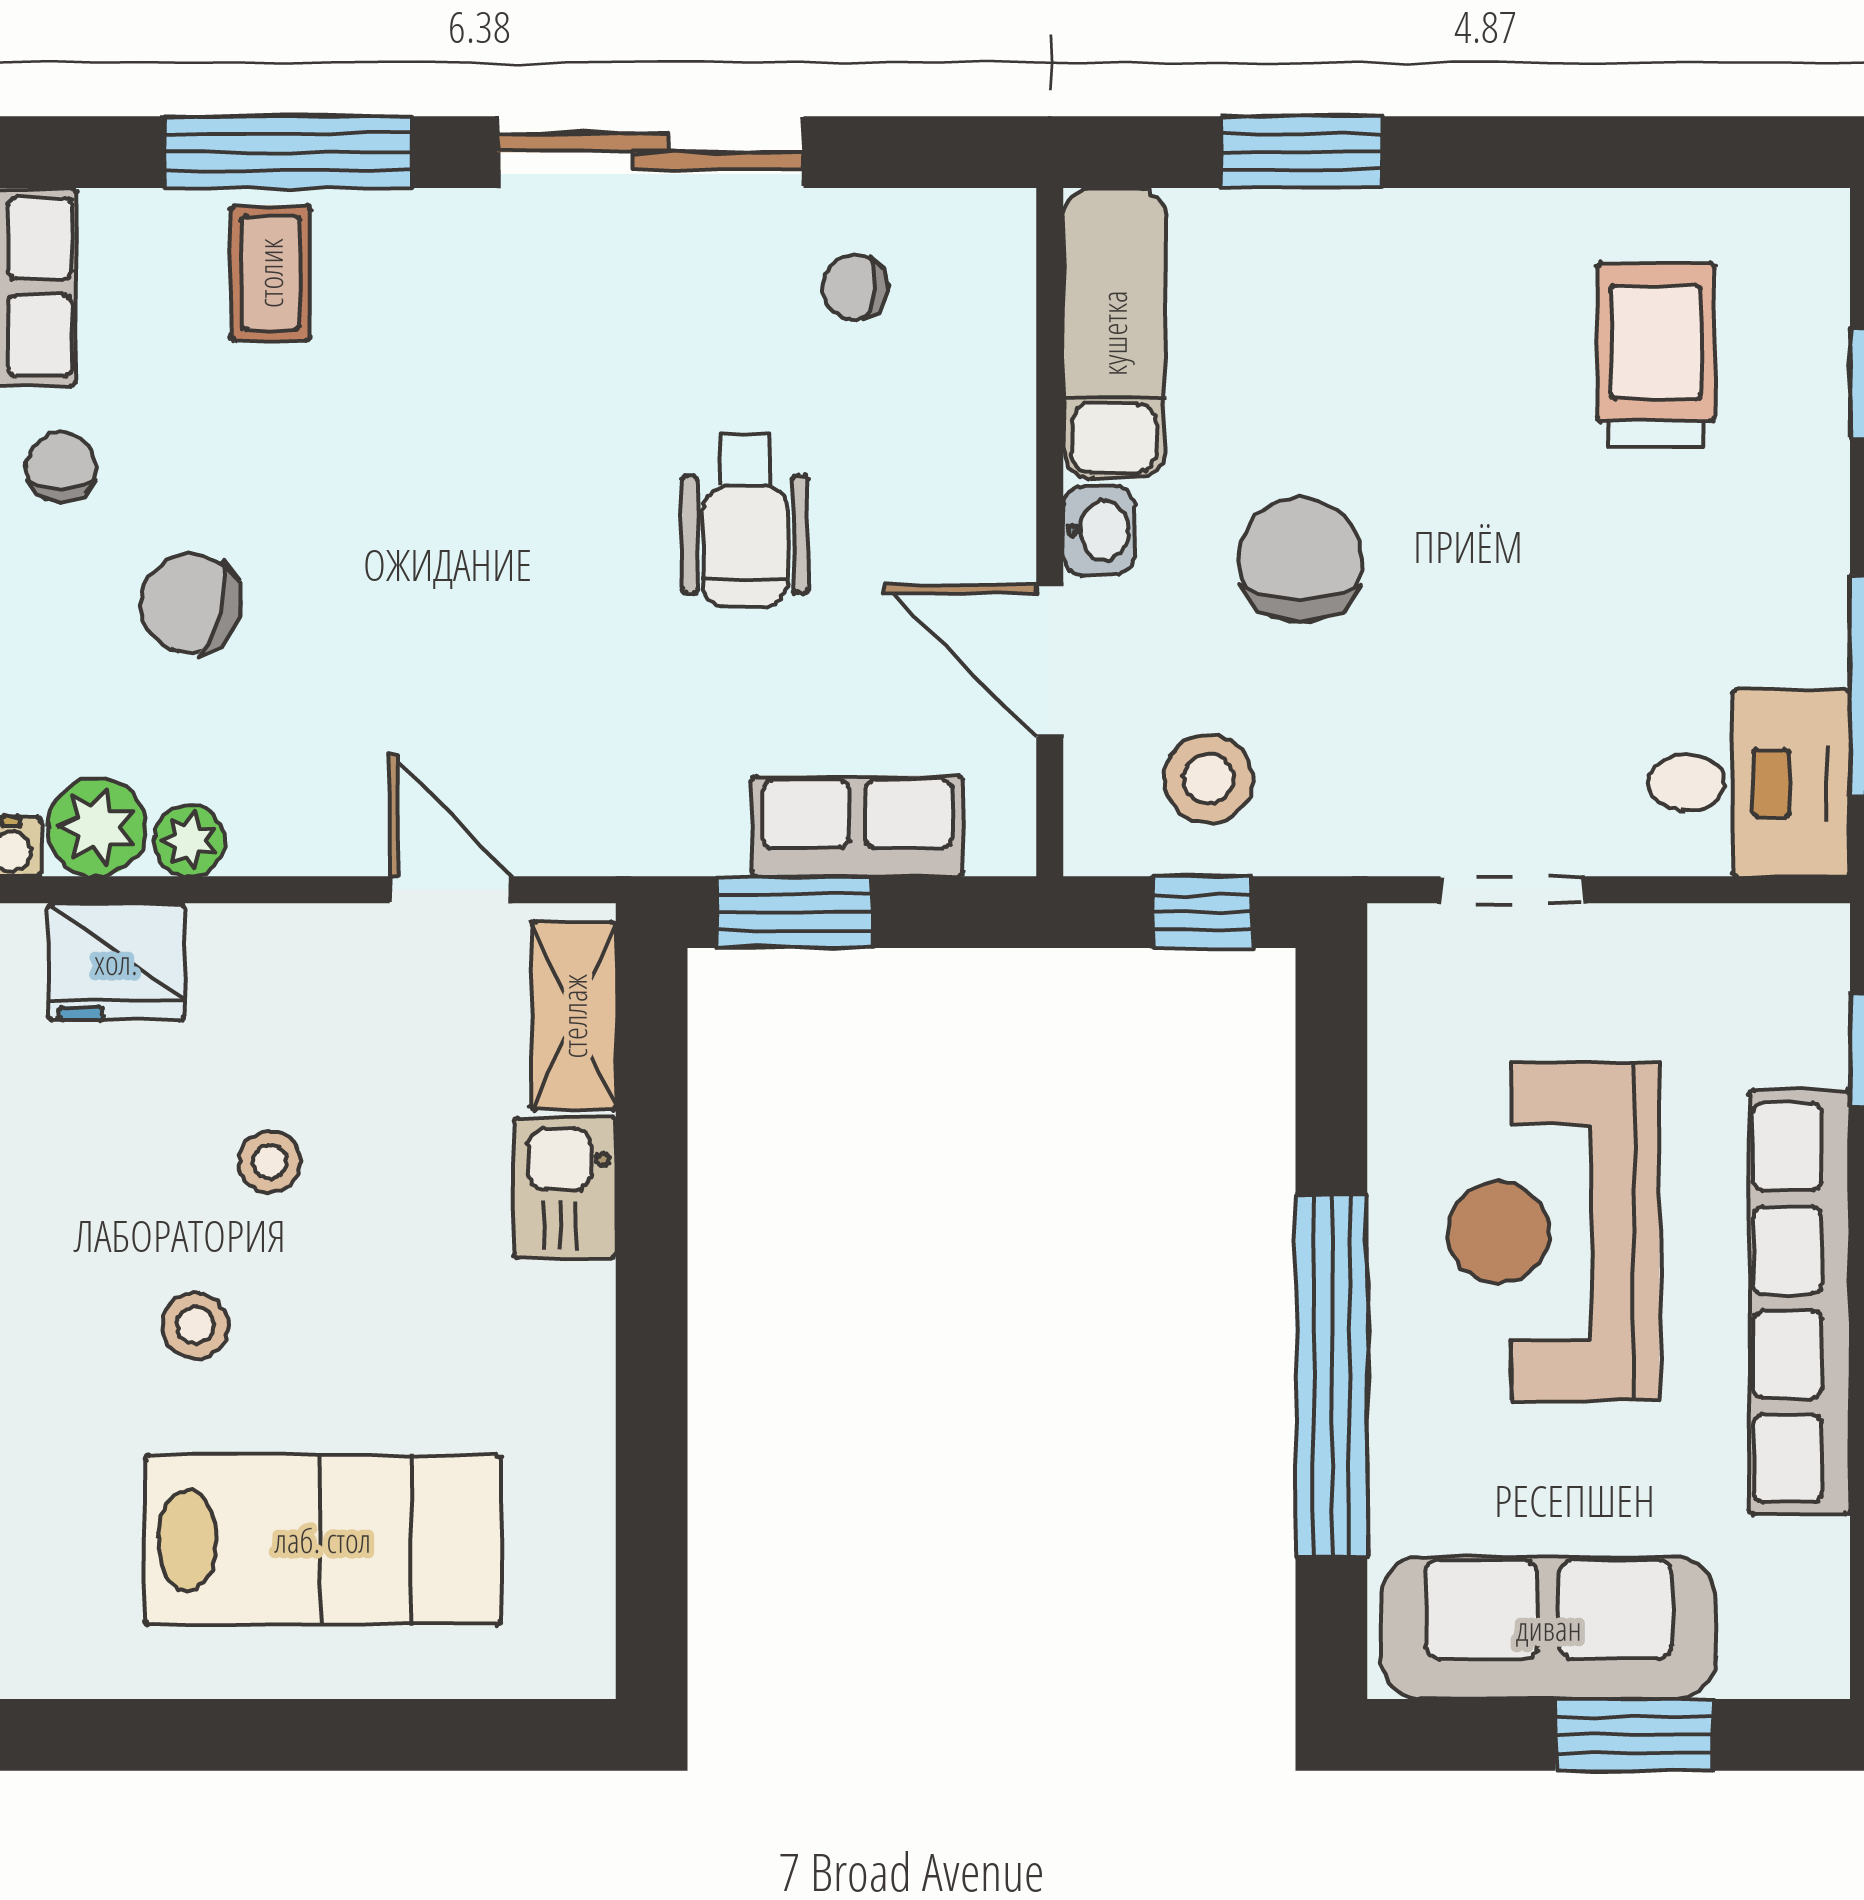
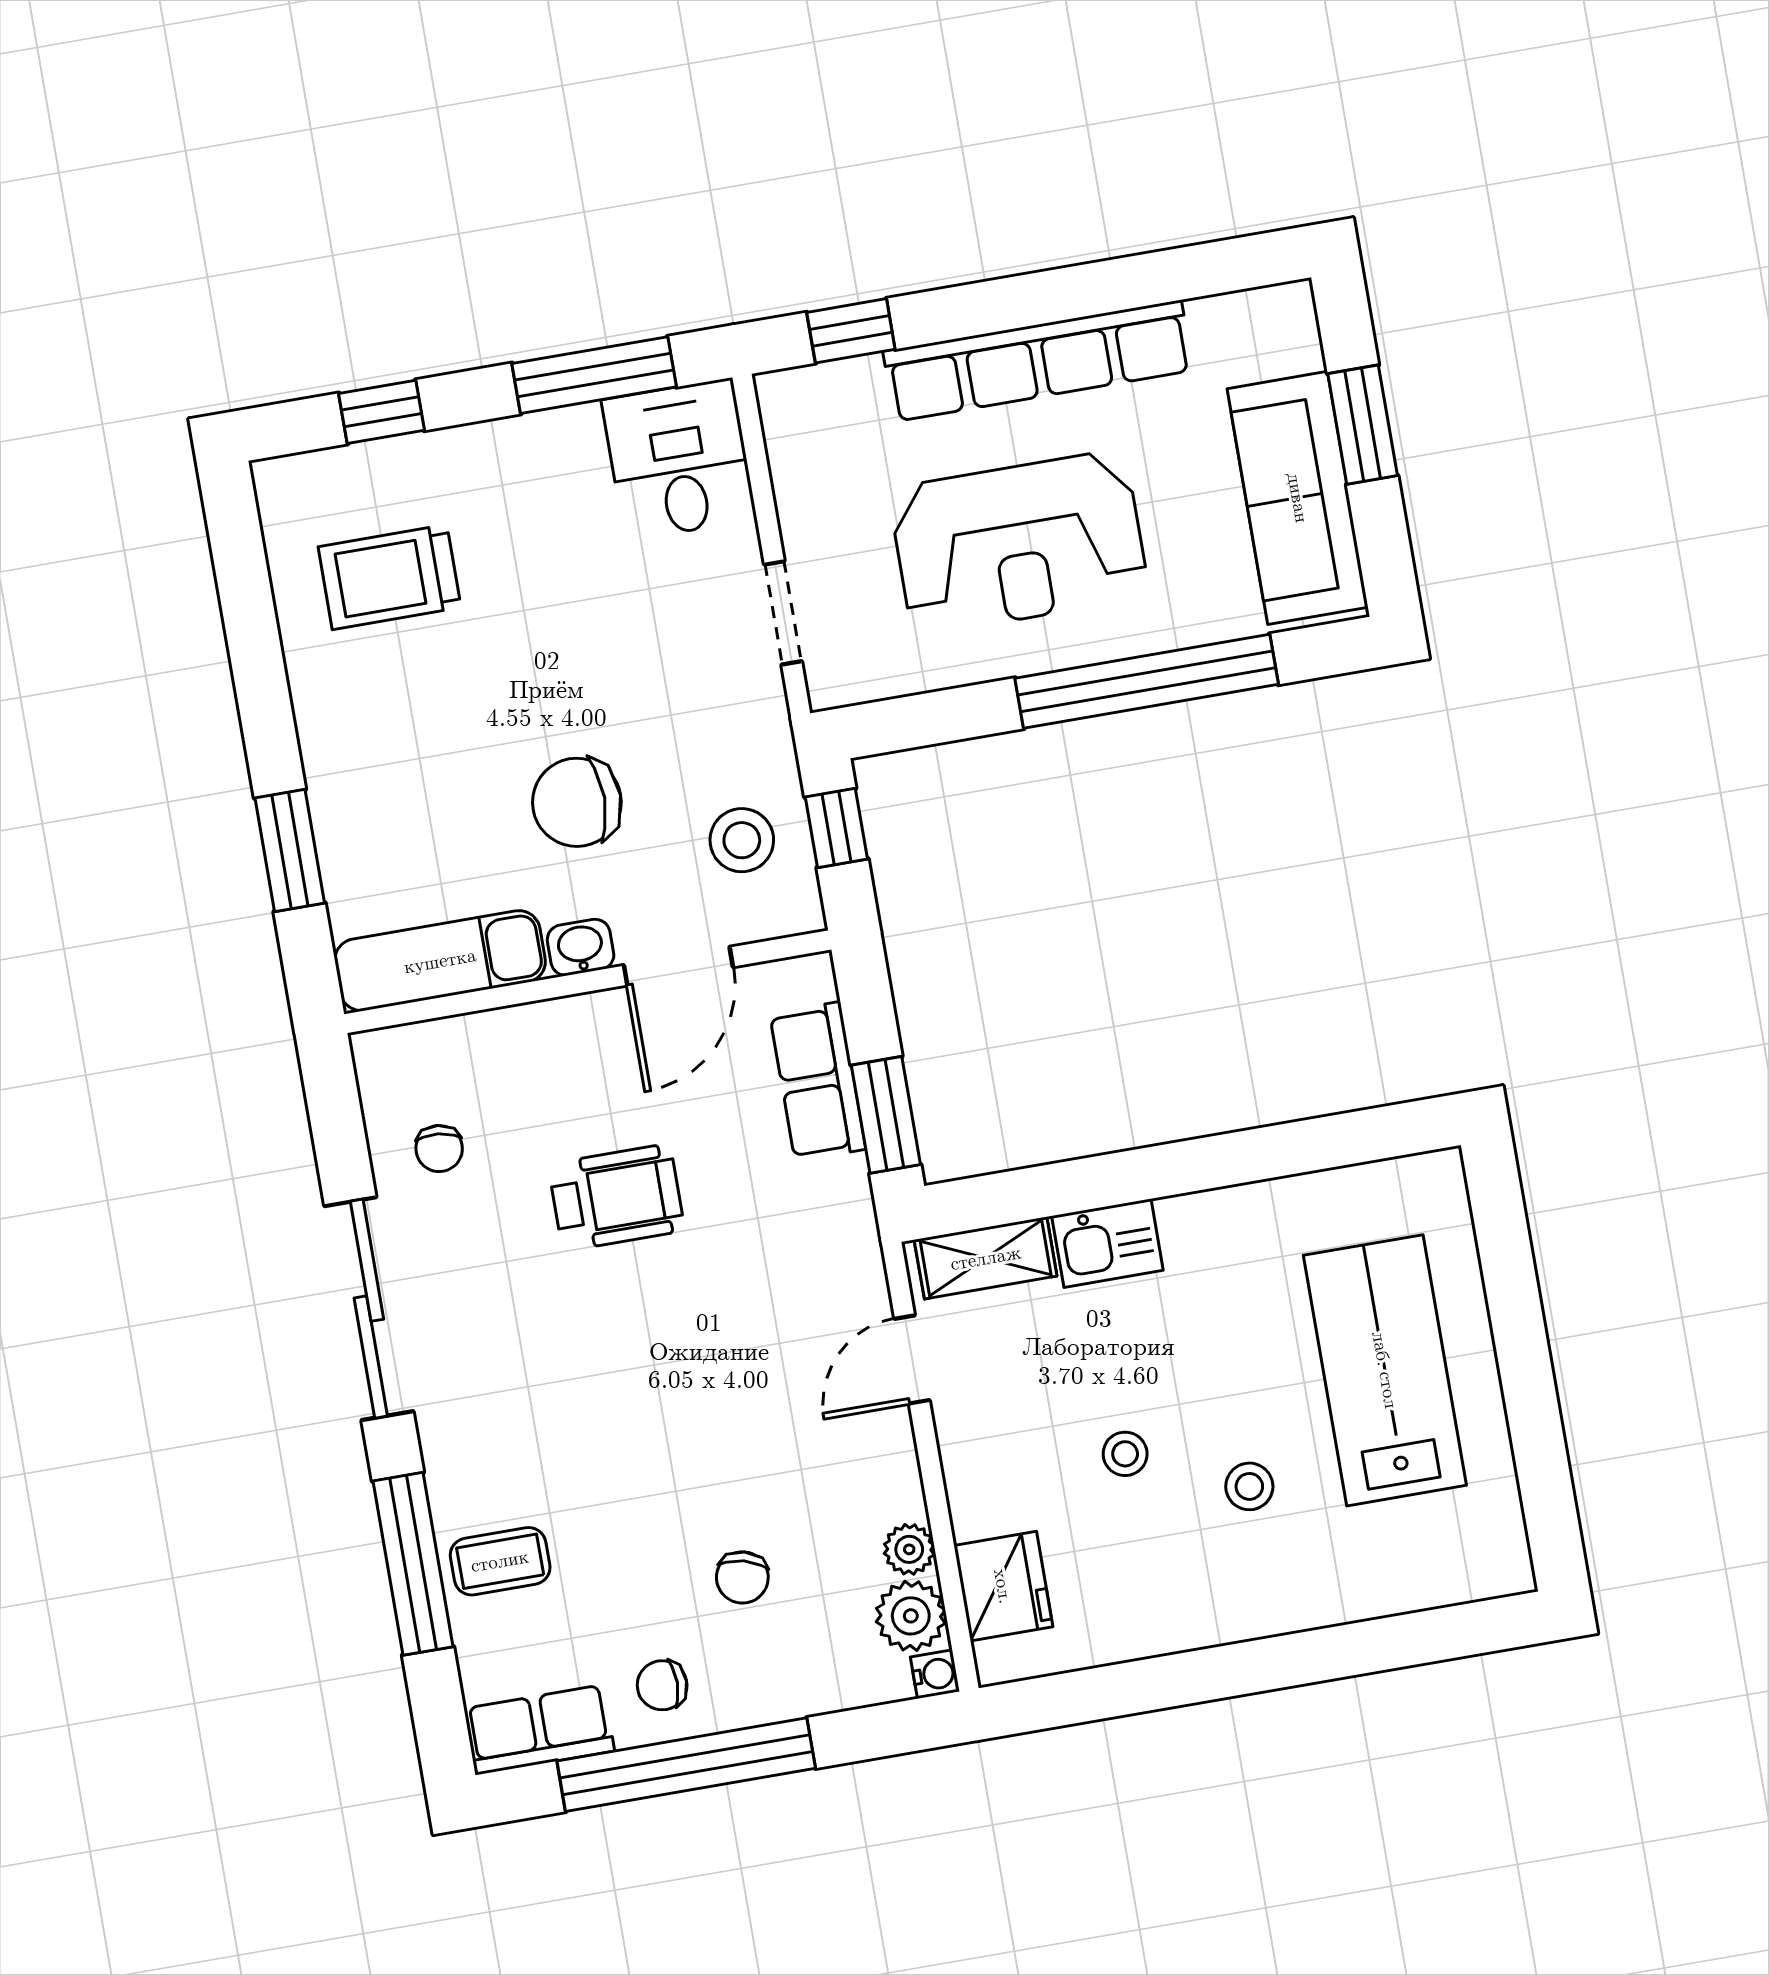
chair: (190, 604) -> (742, 1577), width x0.73, depth x0.73

